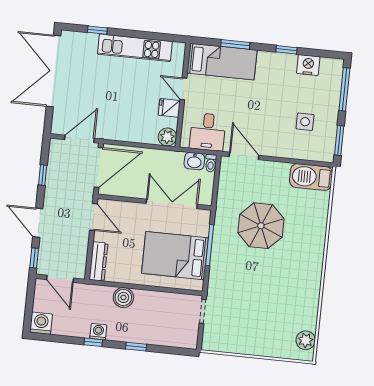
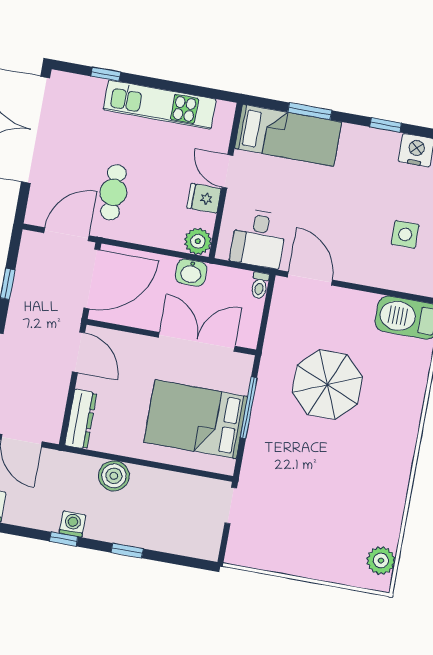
cafe table: (109, 109) -> (113, 192), added
washbasin: (194, 161) -> (191, 272), moved

